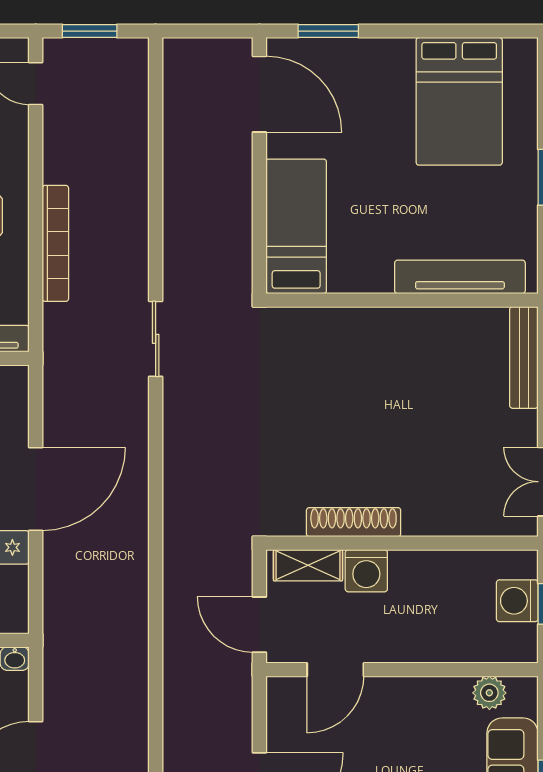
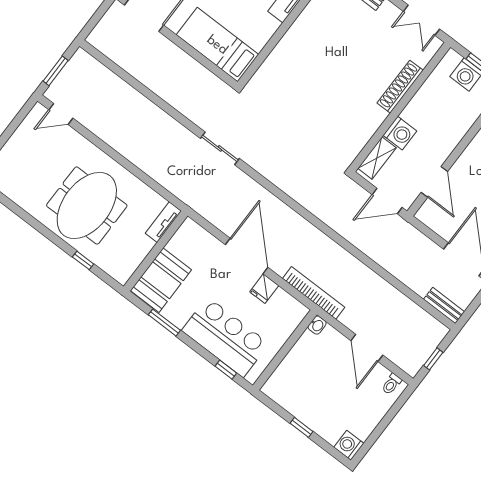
bookcase: (55, 243) -> (314, 293), moved
shoe rack: (354, 522) -> (400, 87), moved

